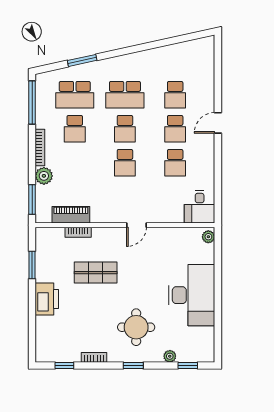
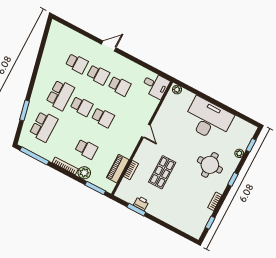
door: (218, 123) -> (109, 46), swing flipped
school desk: (75, 129) -> (86, 149), moved
printer: (47, 299) -> (141, 203), moved, width x0.53, depth x0.68

